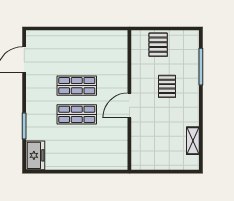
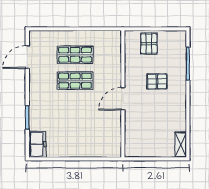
pallet: (167, 86) -> (157, 81), turned 90
shop shelf: (77, 114) -> (75, 55), moved
shelving: (193, 141) -> (181, 145), moved

